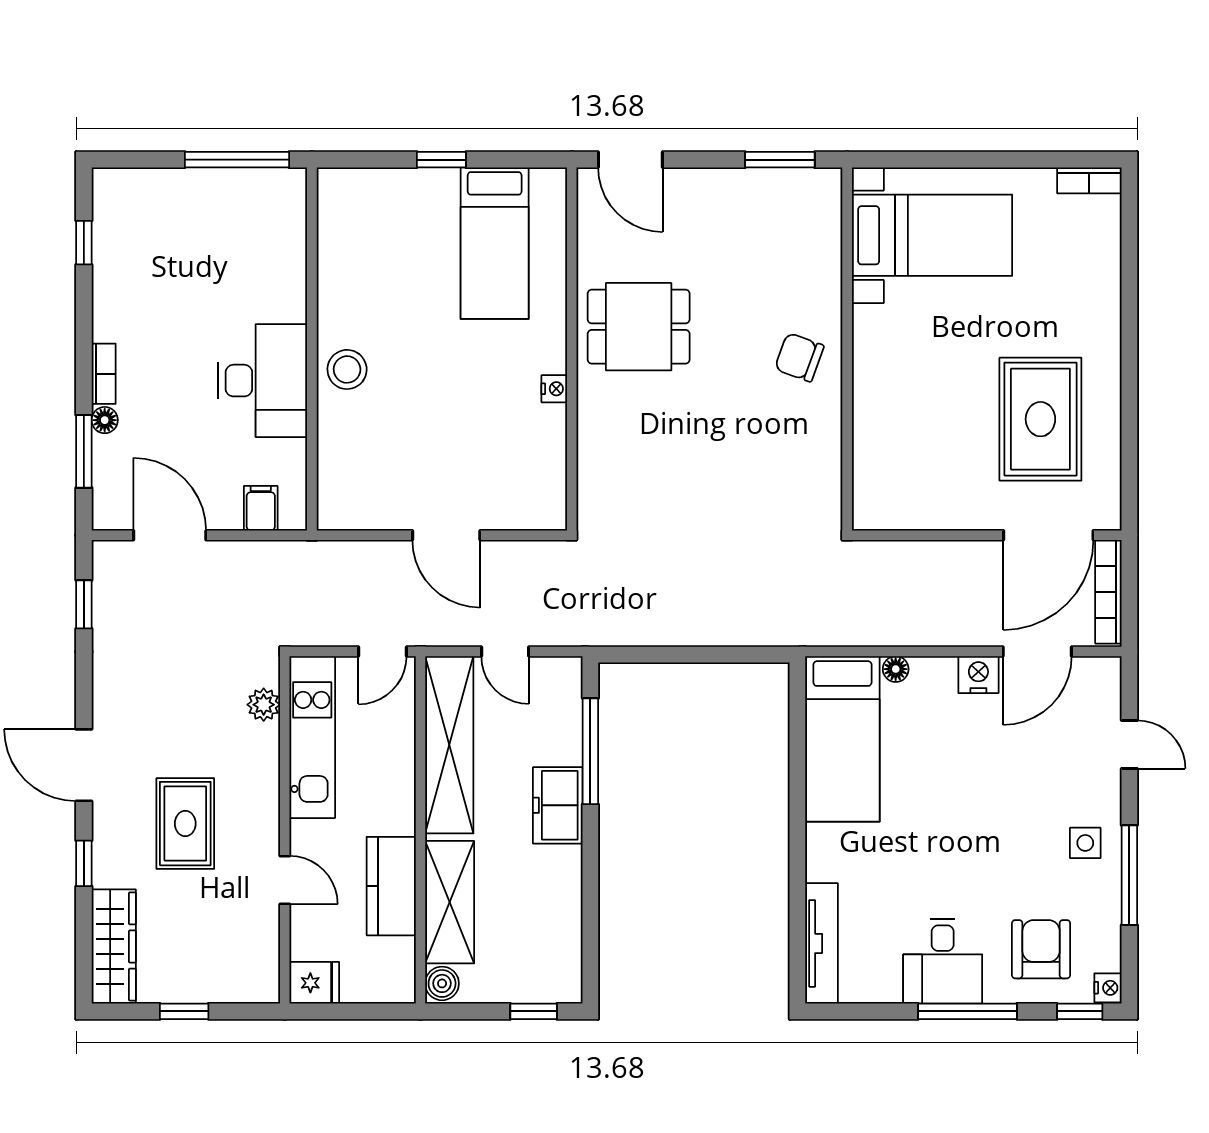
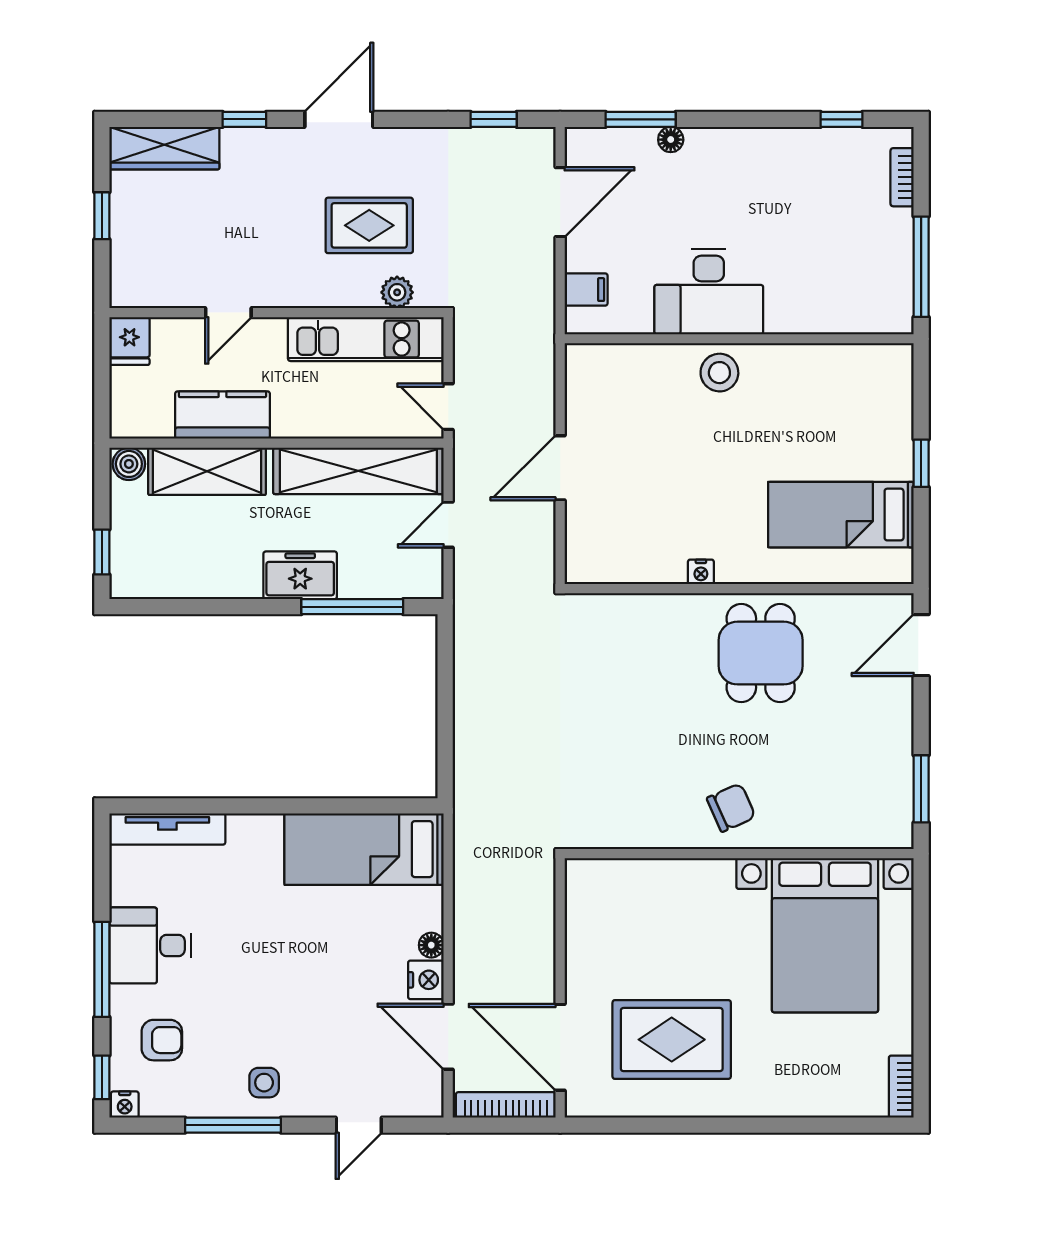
bed with nightstands: (932, 235) -> (825, 935), width x1.36
chair: (799, 357) -> (731, 808), turned 46
bookcase: (104, 374) -> (902, 177), moved, turned 90
floor lamp: (896, 669) -> (431, 945), moved
rug: (185, 824) -> (369, 225), moved
armchair: (1041, 949) -> (162, 1040), width x0.72, depth x0.72

